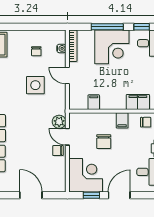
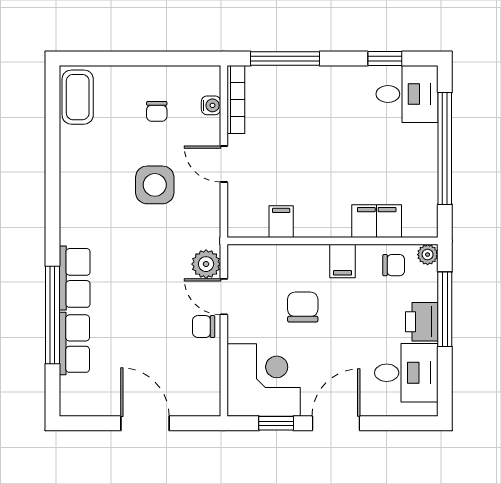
window: (107, 27) -> (285, 59), moved
corner desk: (112, 47) -> (320, 102), removed
chair: (104, 142) -> (303, 307), turned 180

